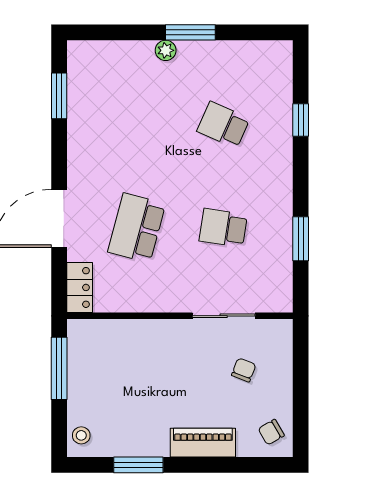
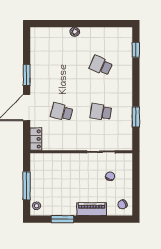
window: (190, 32) -> (86, 24), removed
window: (59, 96) -> (27, 75), moved
window: (301, 120) -> (136, 50), moved
school desk: (137, 228) -> (62, 112), width x0.54
window: (59, 368) -> (27, 186), moved

